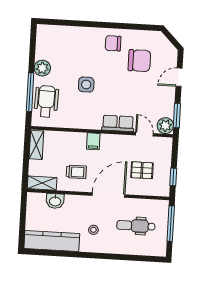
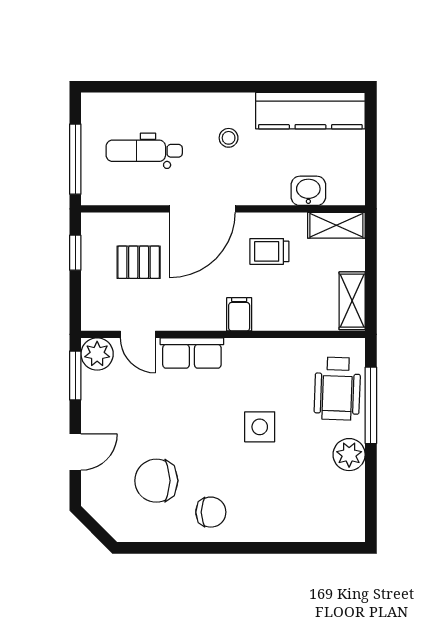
dental chair: (136, 226) -> (144, 151), turned 180

